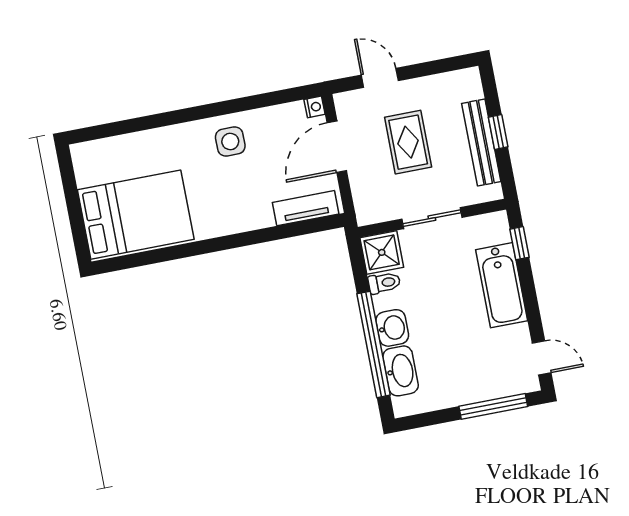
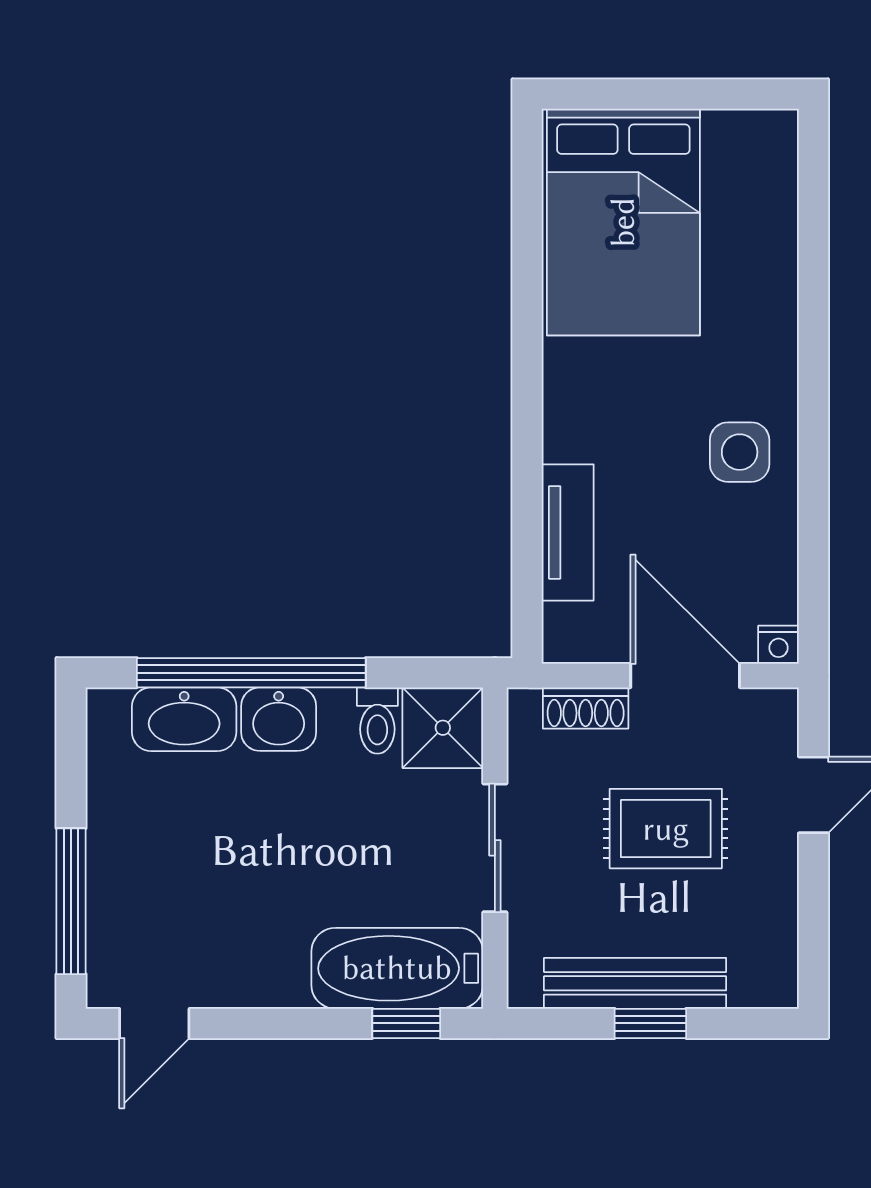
shoe rack: (360, 189) -> (586, 708), added
tv unit: (306, 208) -> (568, 532), moved
bathtub: (502, 285) -> (397, 968), moved

